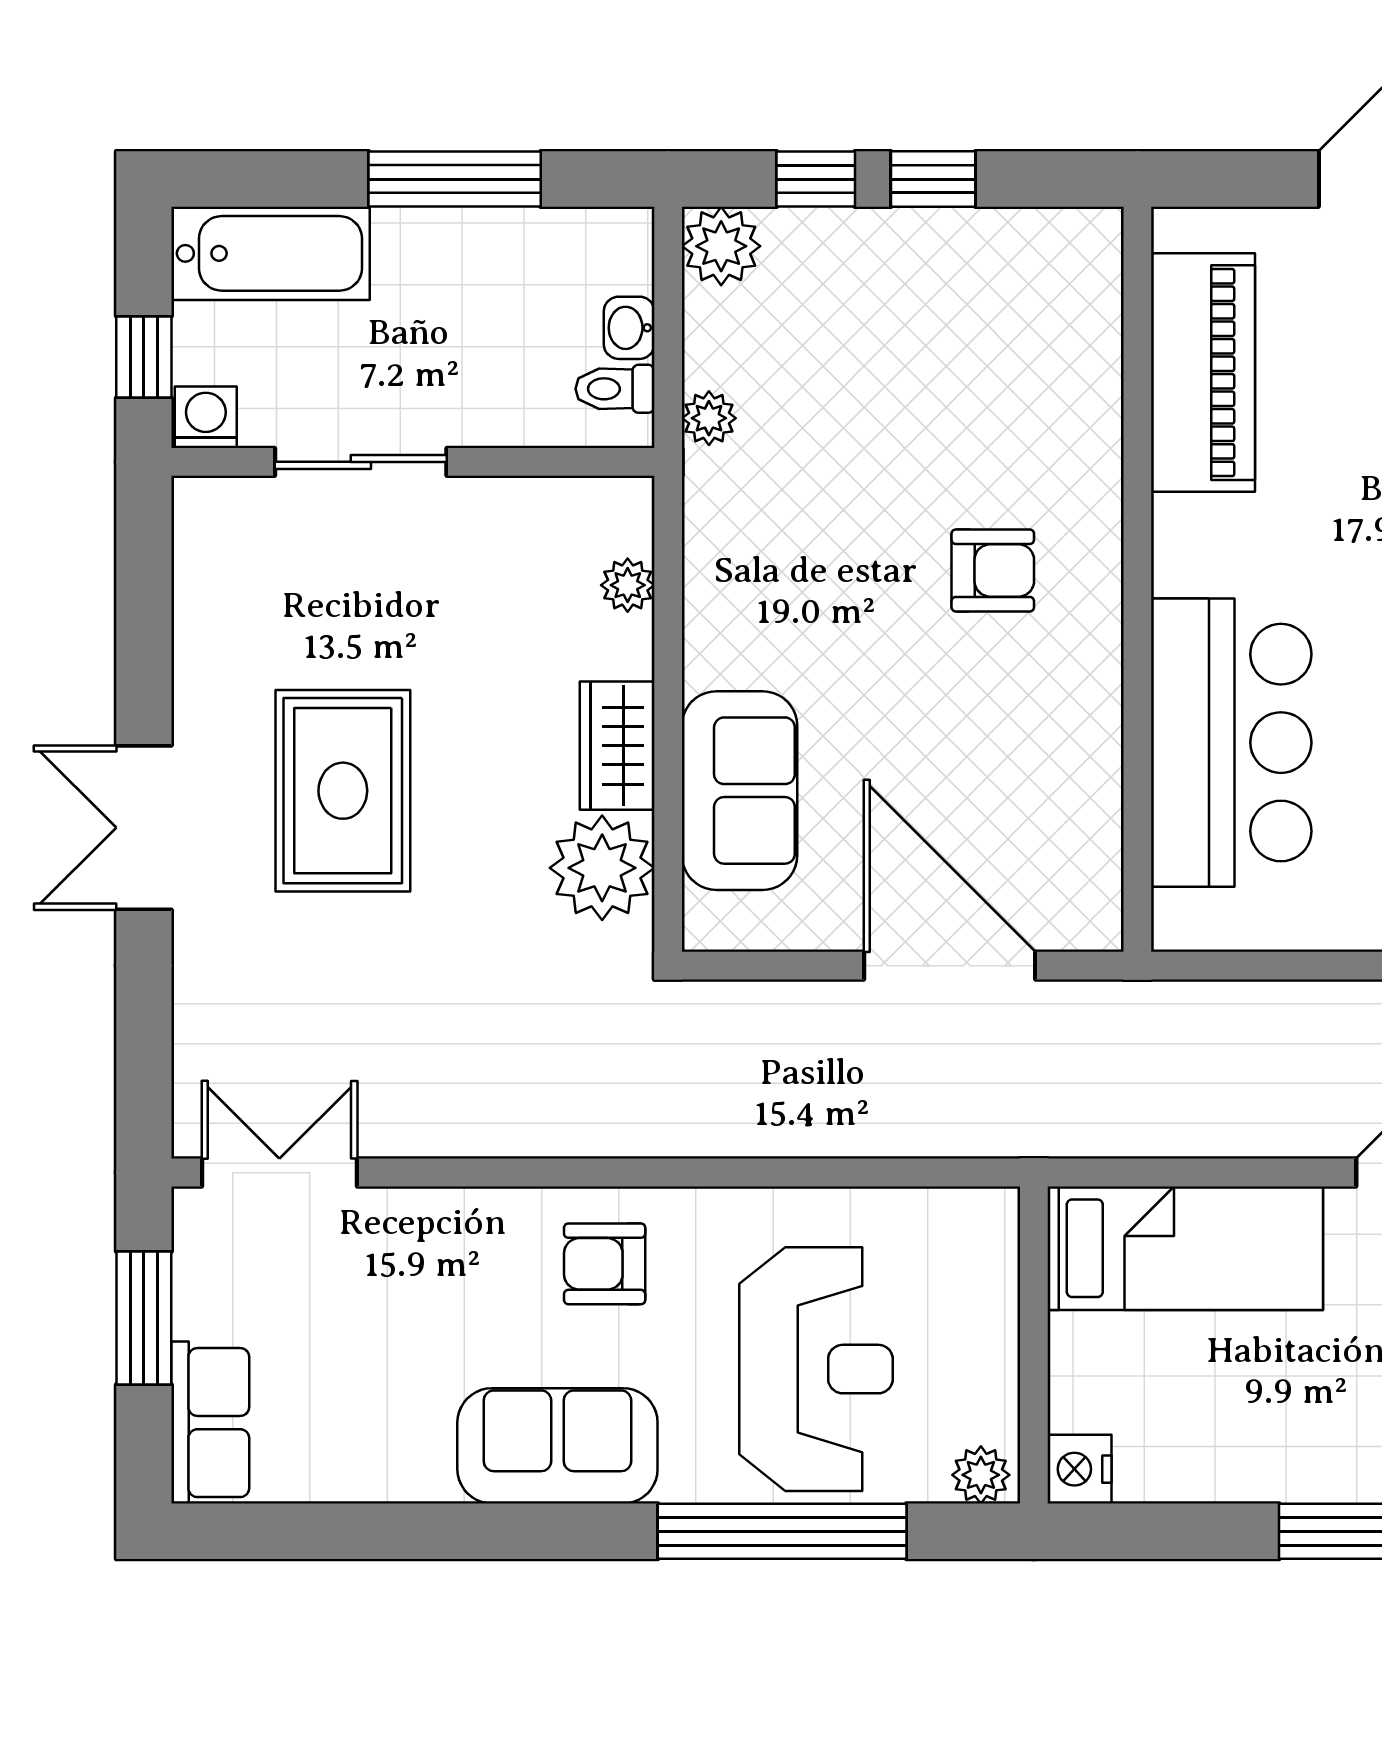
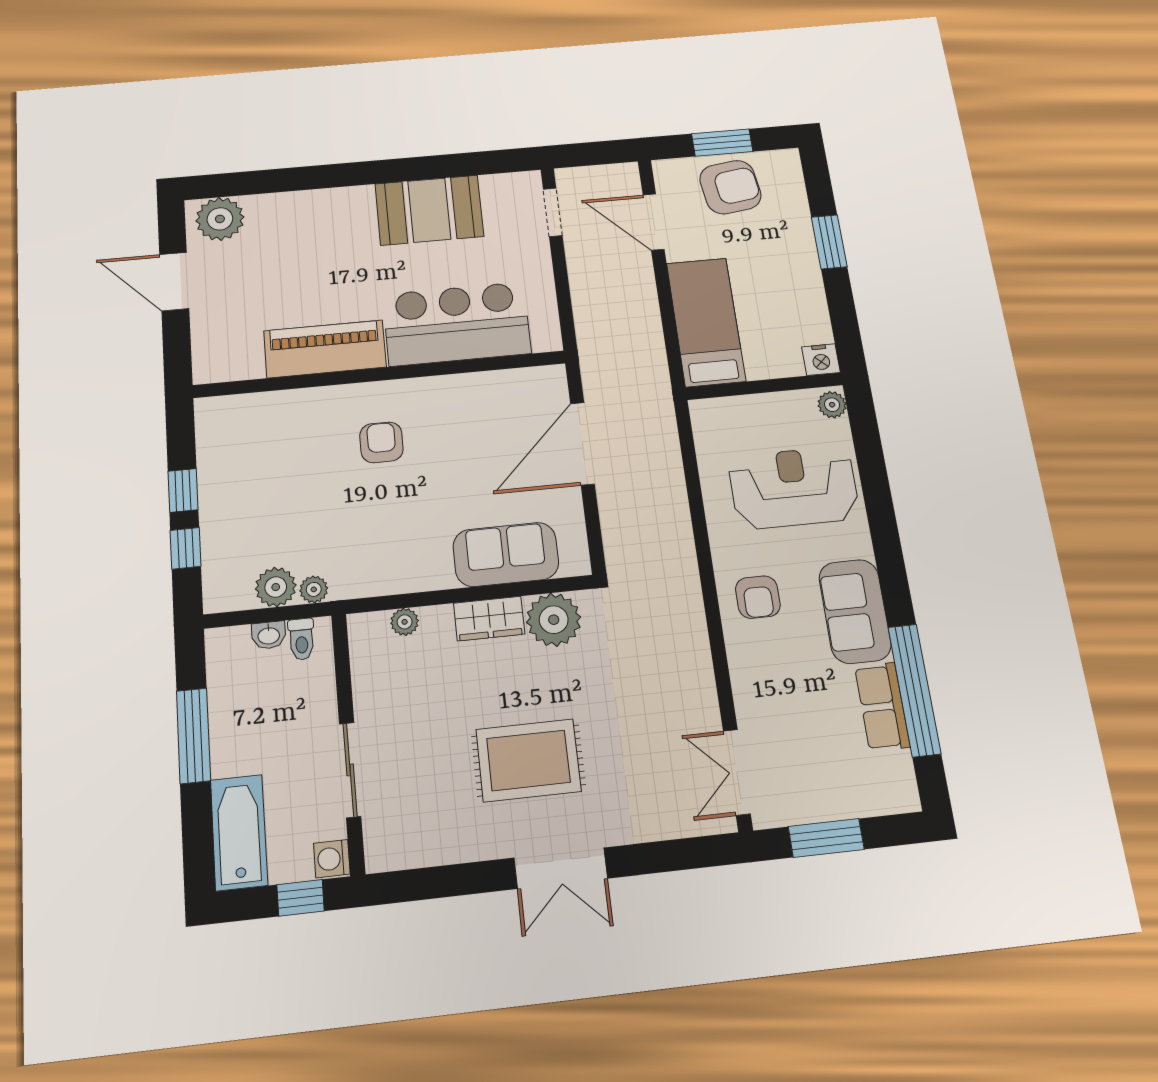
plant: (721, 246) -> (276, 587), moved
piano: (1203, 373) -> (325, 349), moved
row of seats: (210, 1423) -> (882, 707), moved, turned -90
window: (782, 1531) -> (914, 690), moved

